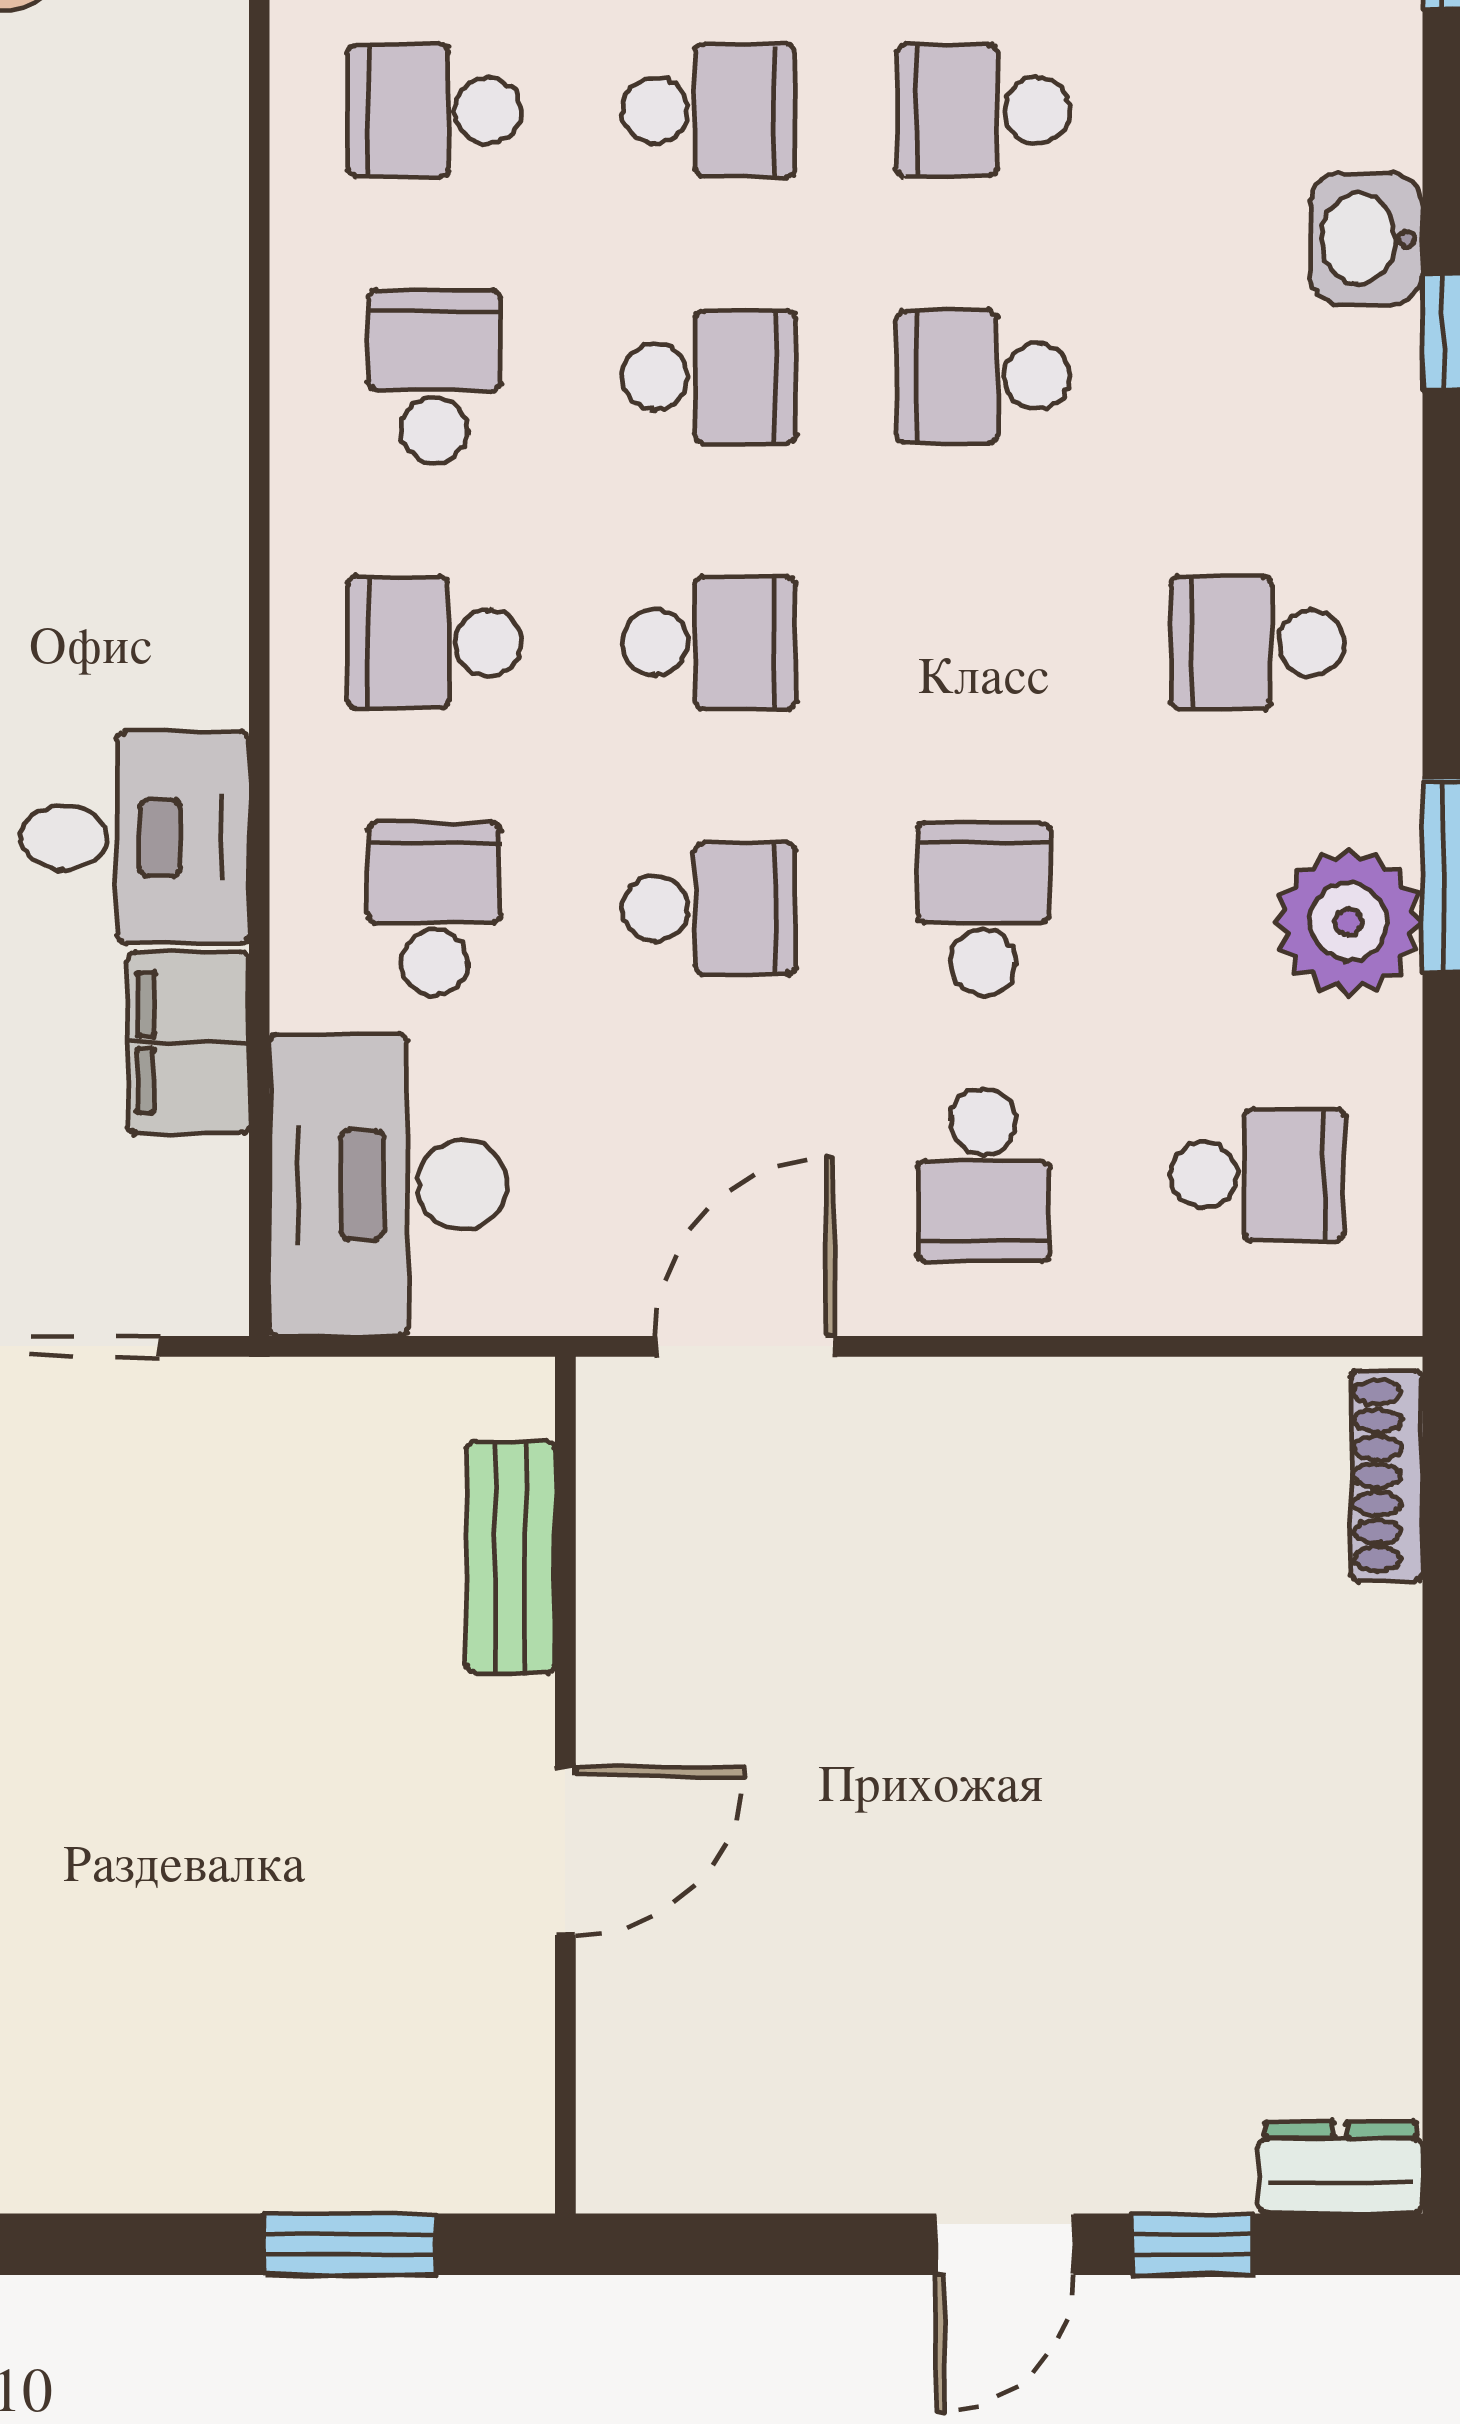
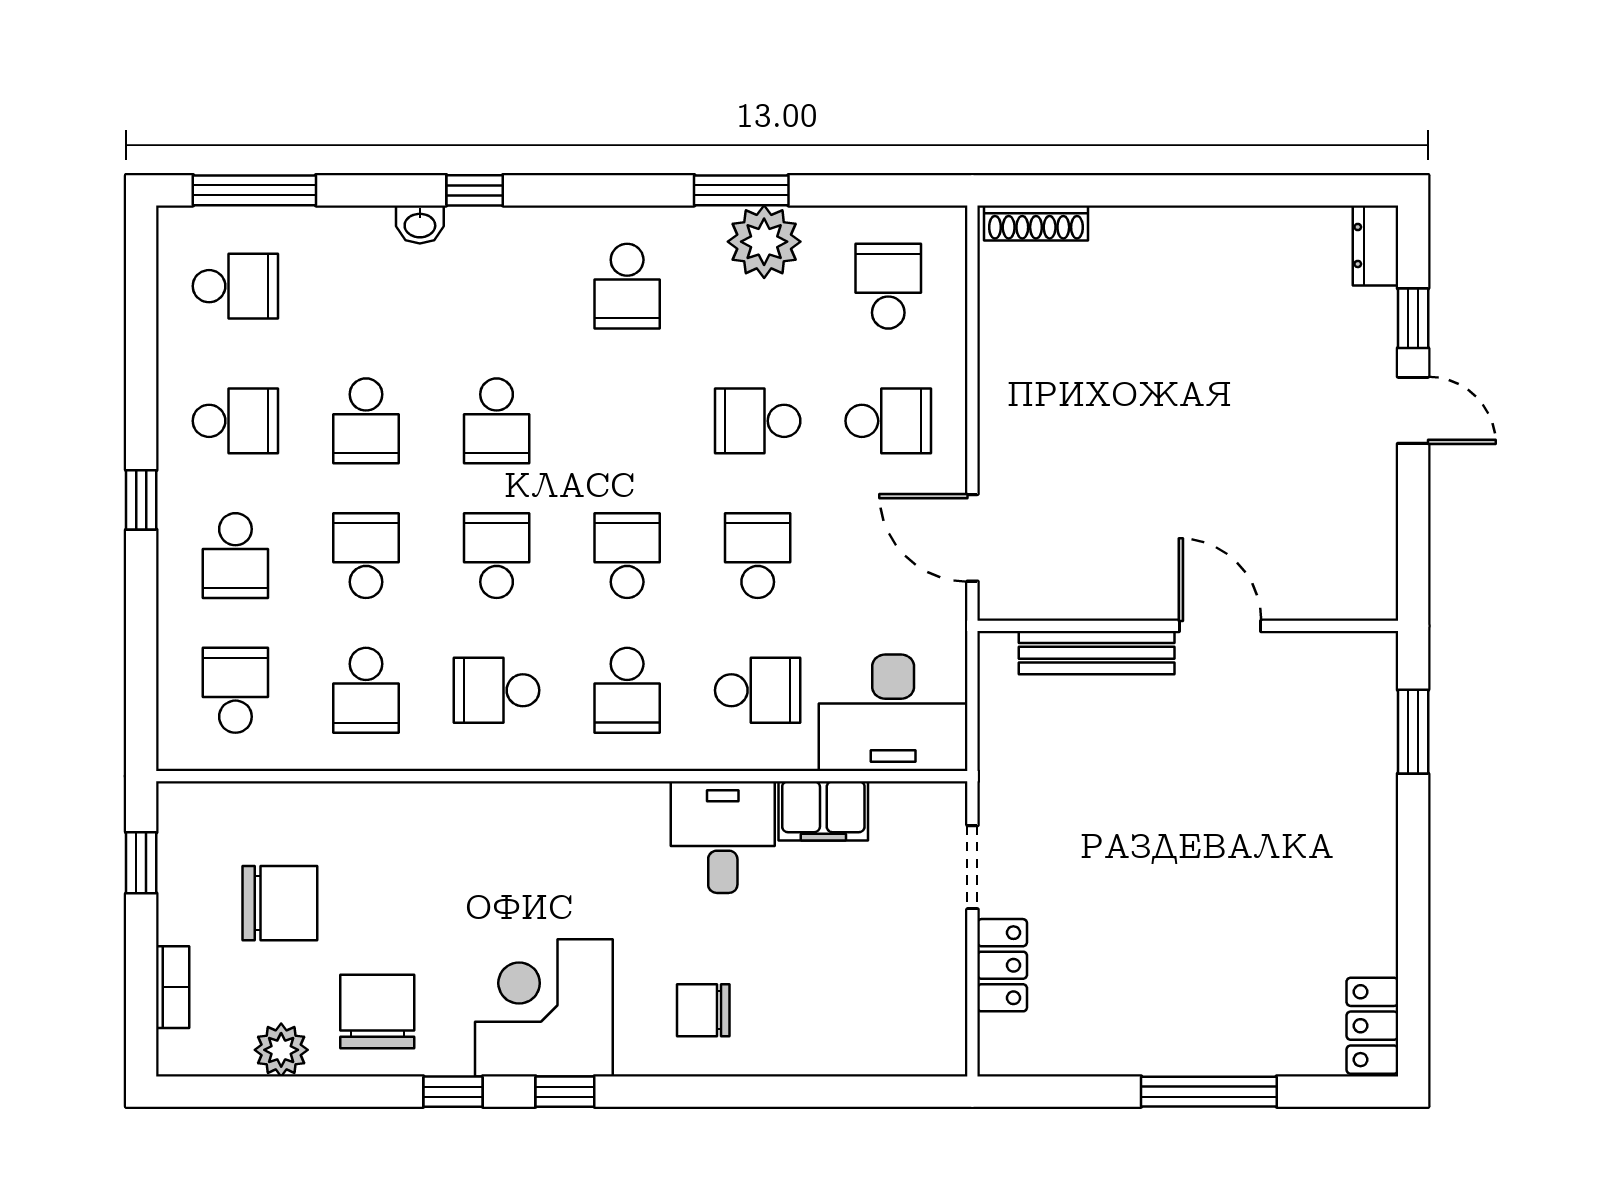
washbasin: (1366, 239) -> (420, 224), width x0.72, depth x0.69
school desk: (434, 909) -> (758, 690), turned 180
bench: (511, 1557) -> (1097, 653), width x1.36

